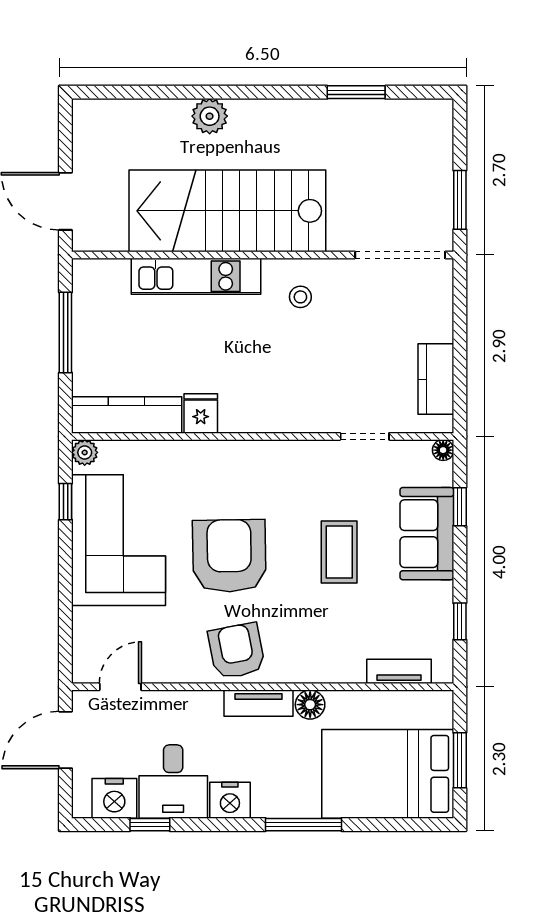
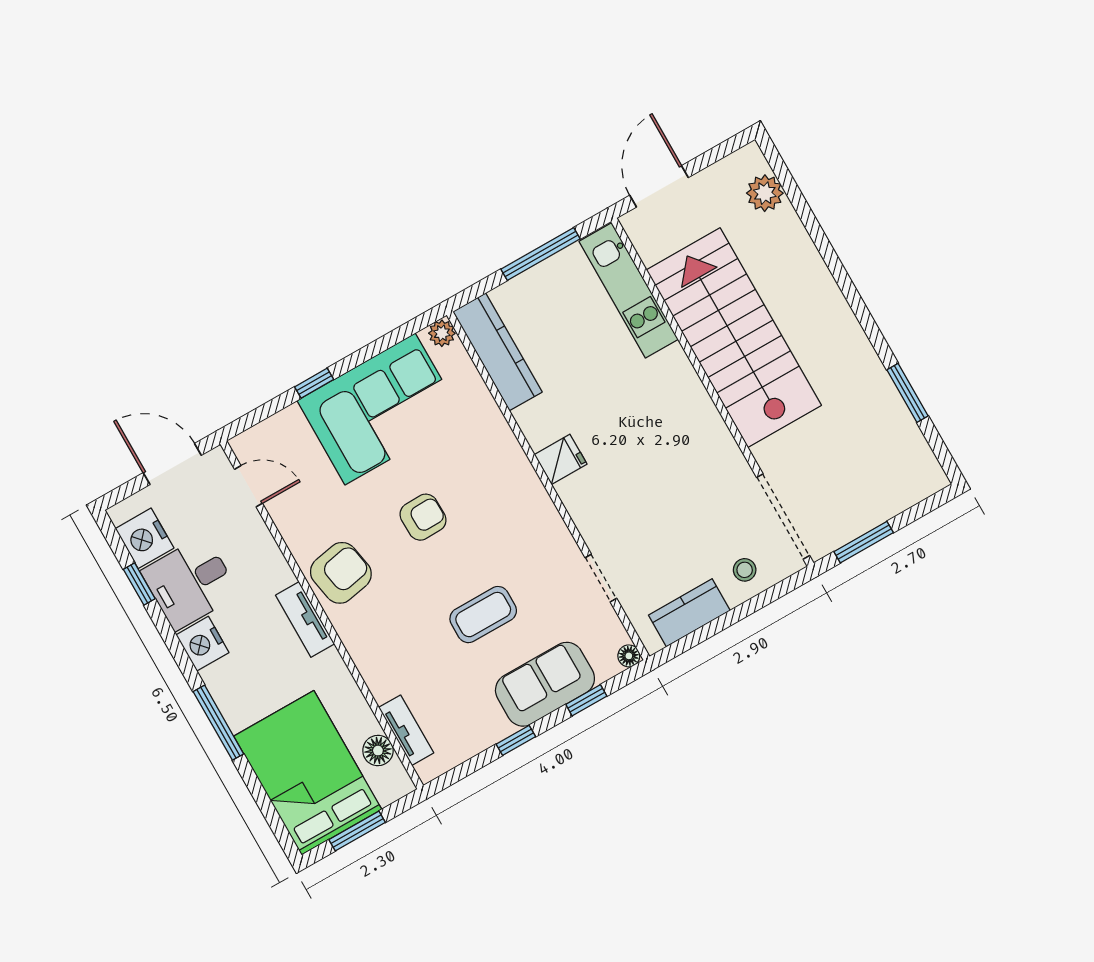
plant: (210, 116) -> (765, 193), moved
kitchen unit: (196, 276) -> (629, 290), moved
stool: (300, 297) -> (745, 570), moved
fridge: (201, 413) -> (561, 459), moved
window: (65, 502) -> (314, 383), moved
armchair: (229, 556) -> (423, 517), width x0.53, depth x0.53
window: (460, 621) -> (516, 740), moved
floor lamp: (310, 705) -> (378, 751), moved

